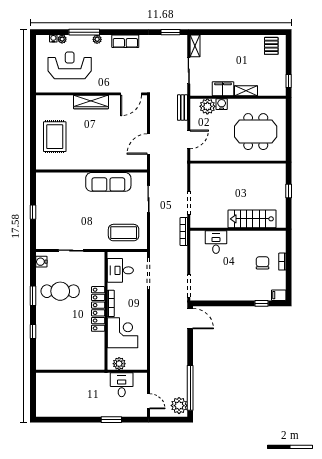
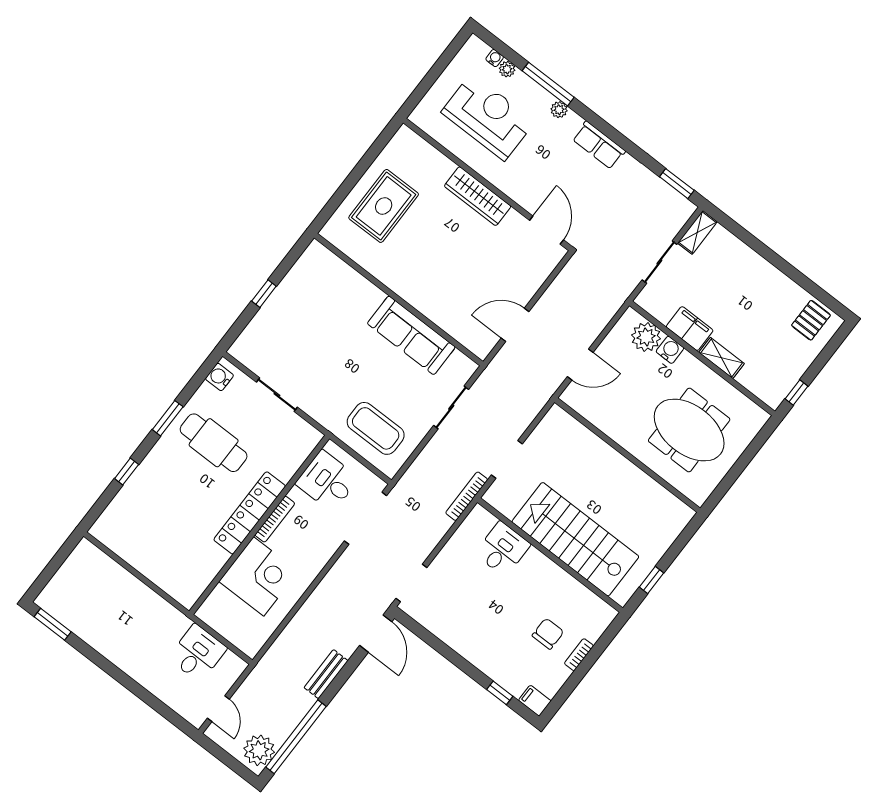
door: (131, 94) -> (547, 230), swing flipped
bench: (182, 108) -> (326, 674), moved
window: (289, 191) -> (651, 580), moved
stairs: (252, 219) -> (575, 539), width x1.36, depth x1.51
plant: (119, 364) -> (218, 619), removed
window: (111, 420) -> (53, 624), moved

